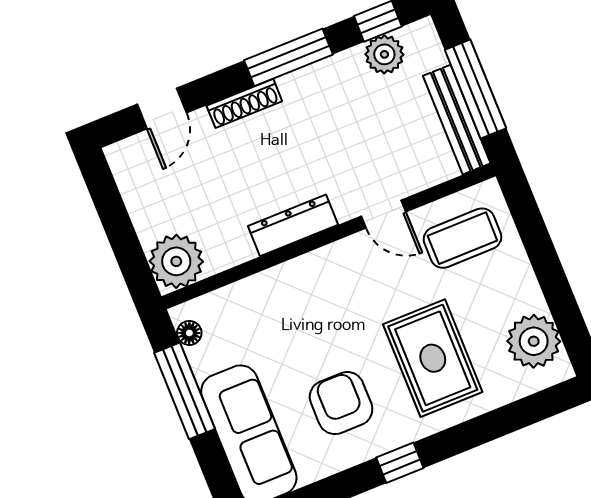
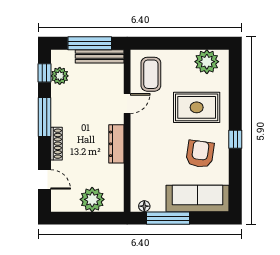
plant: (176, 261) -> (92, 199), moved
armchair: (341, 403) -> (200, 154), turned 98

